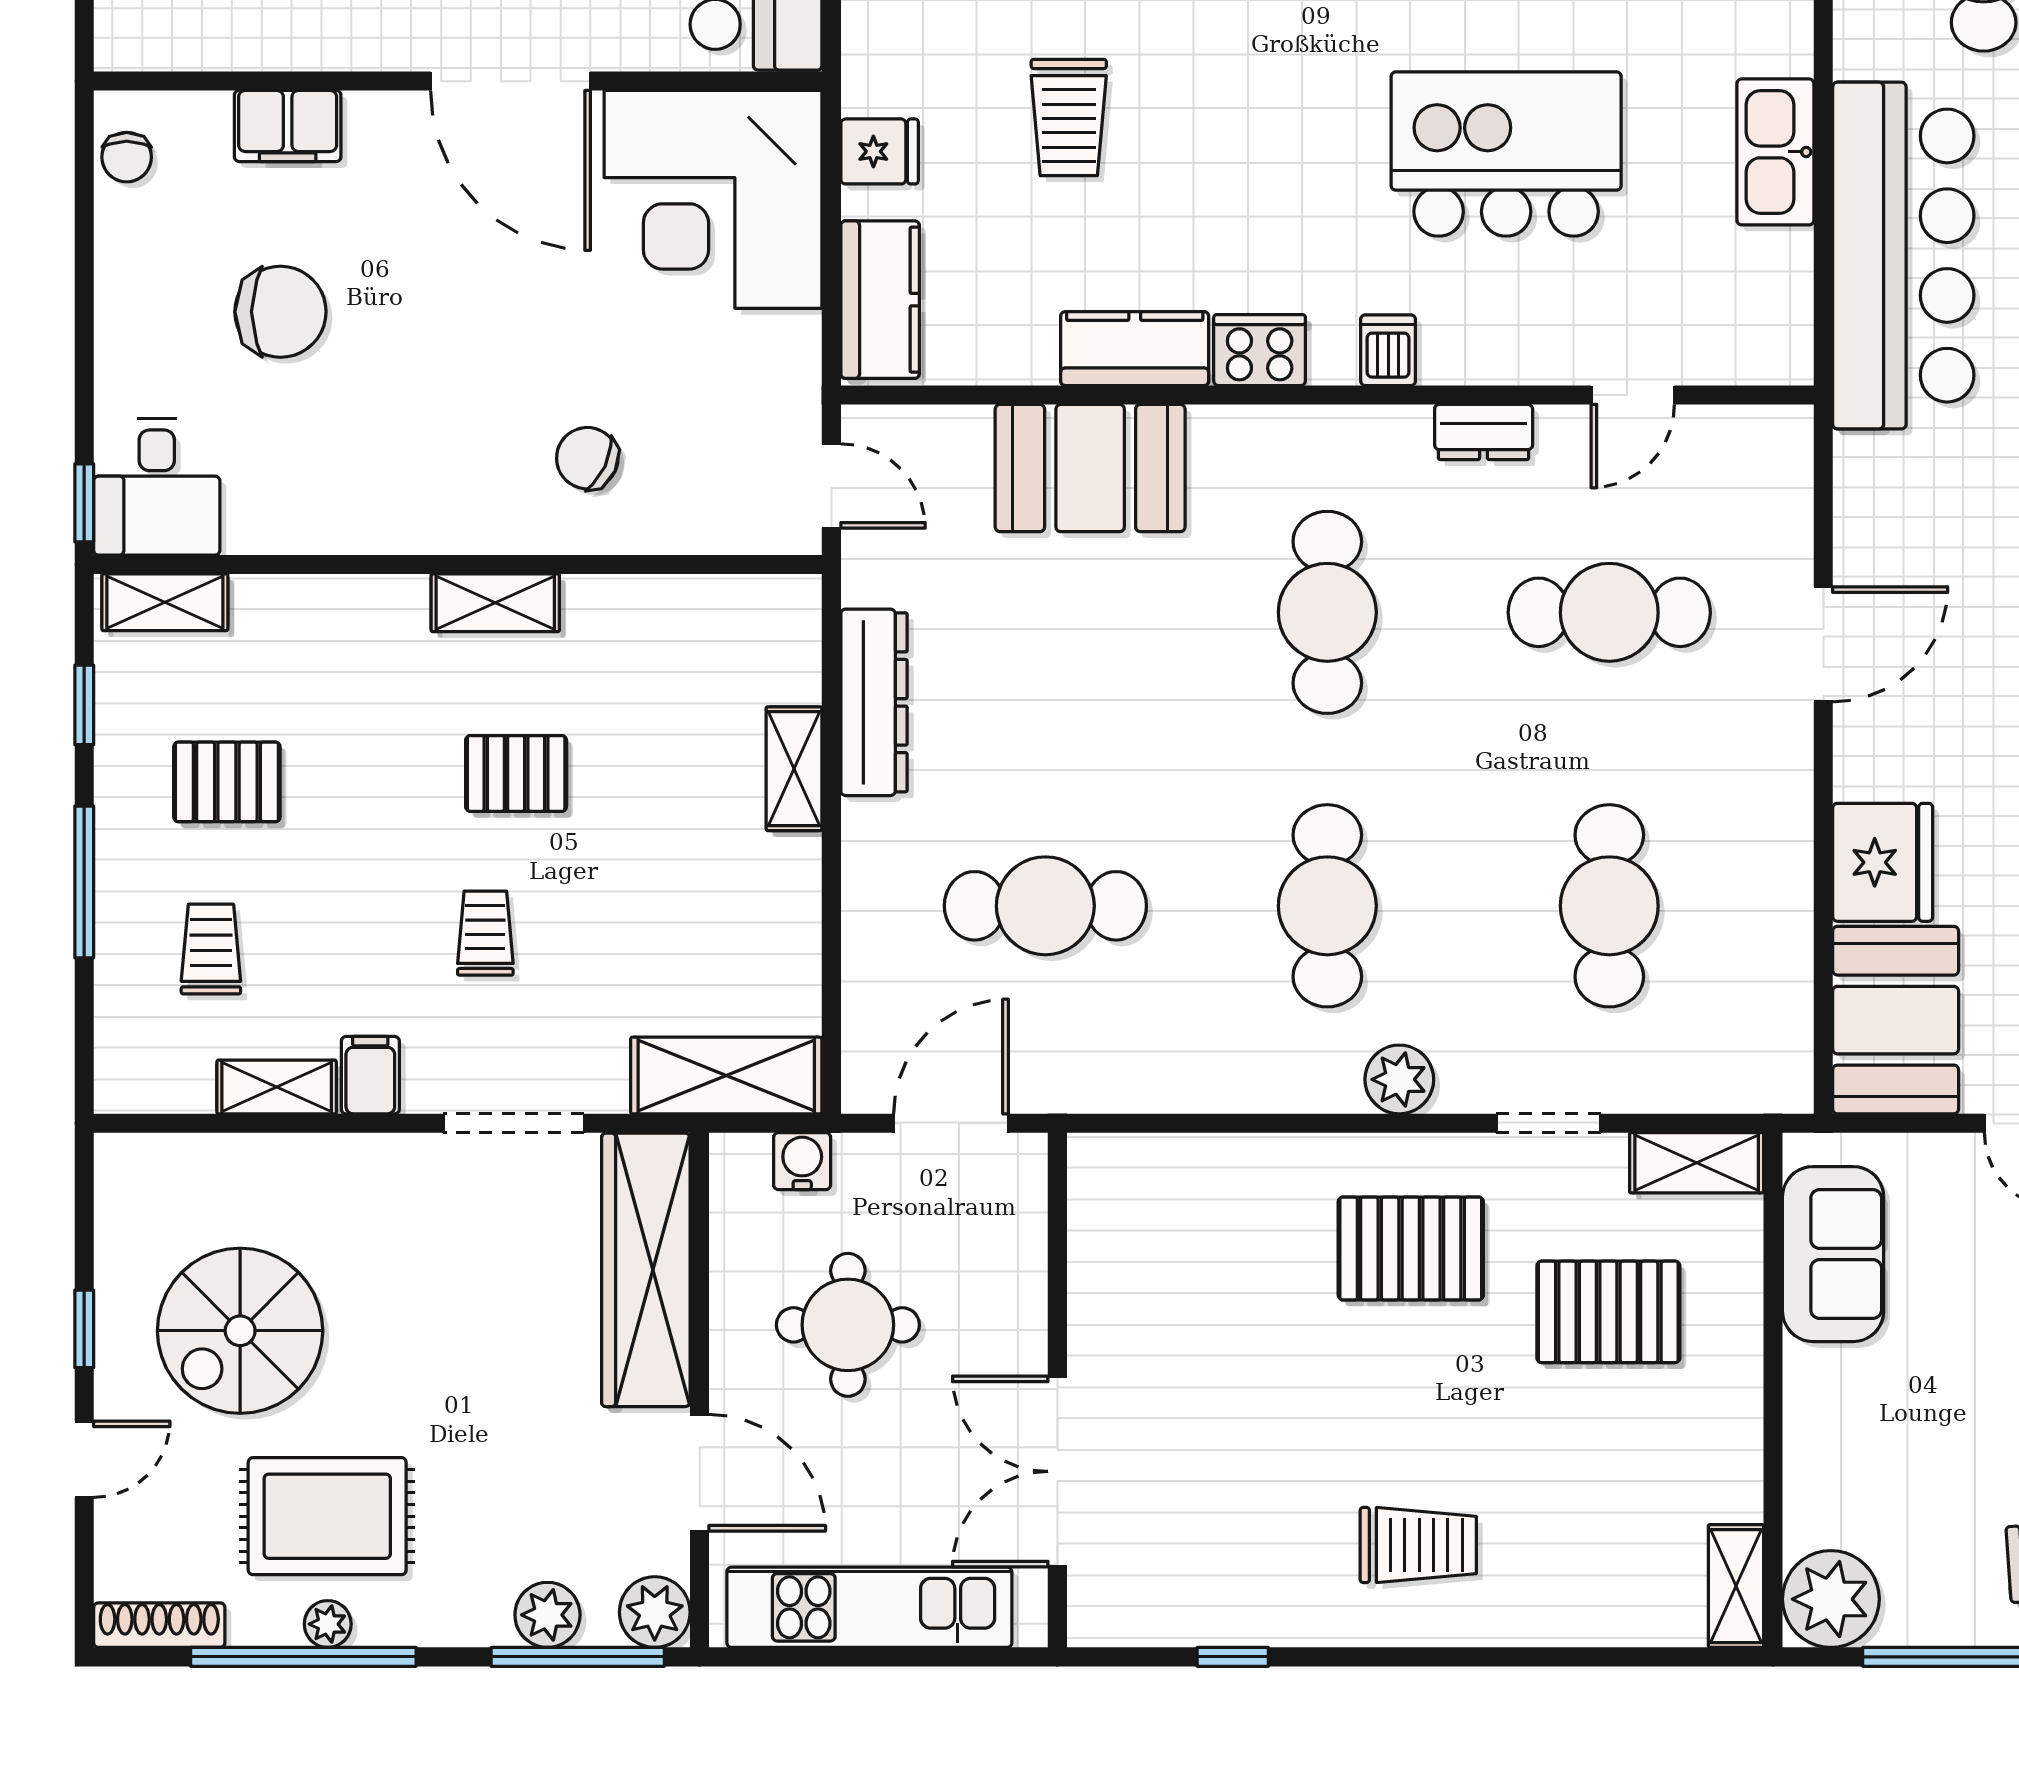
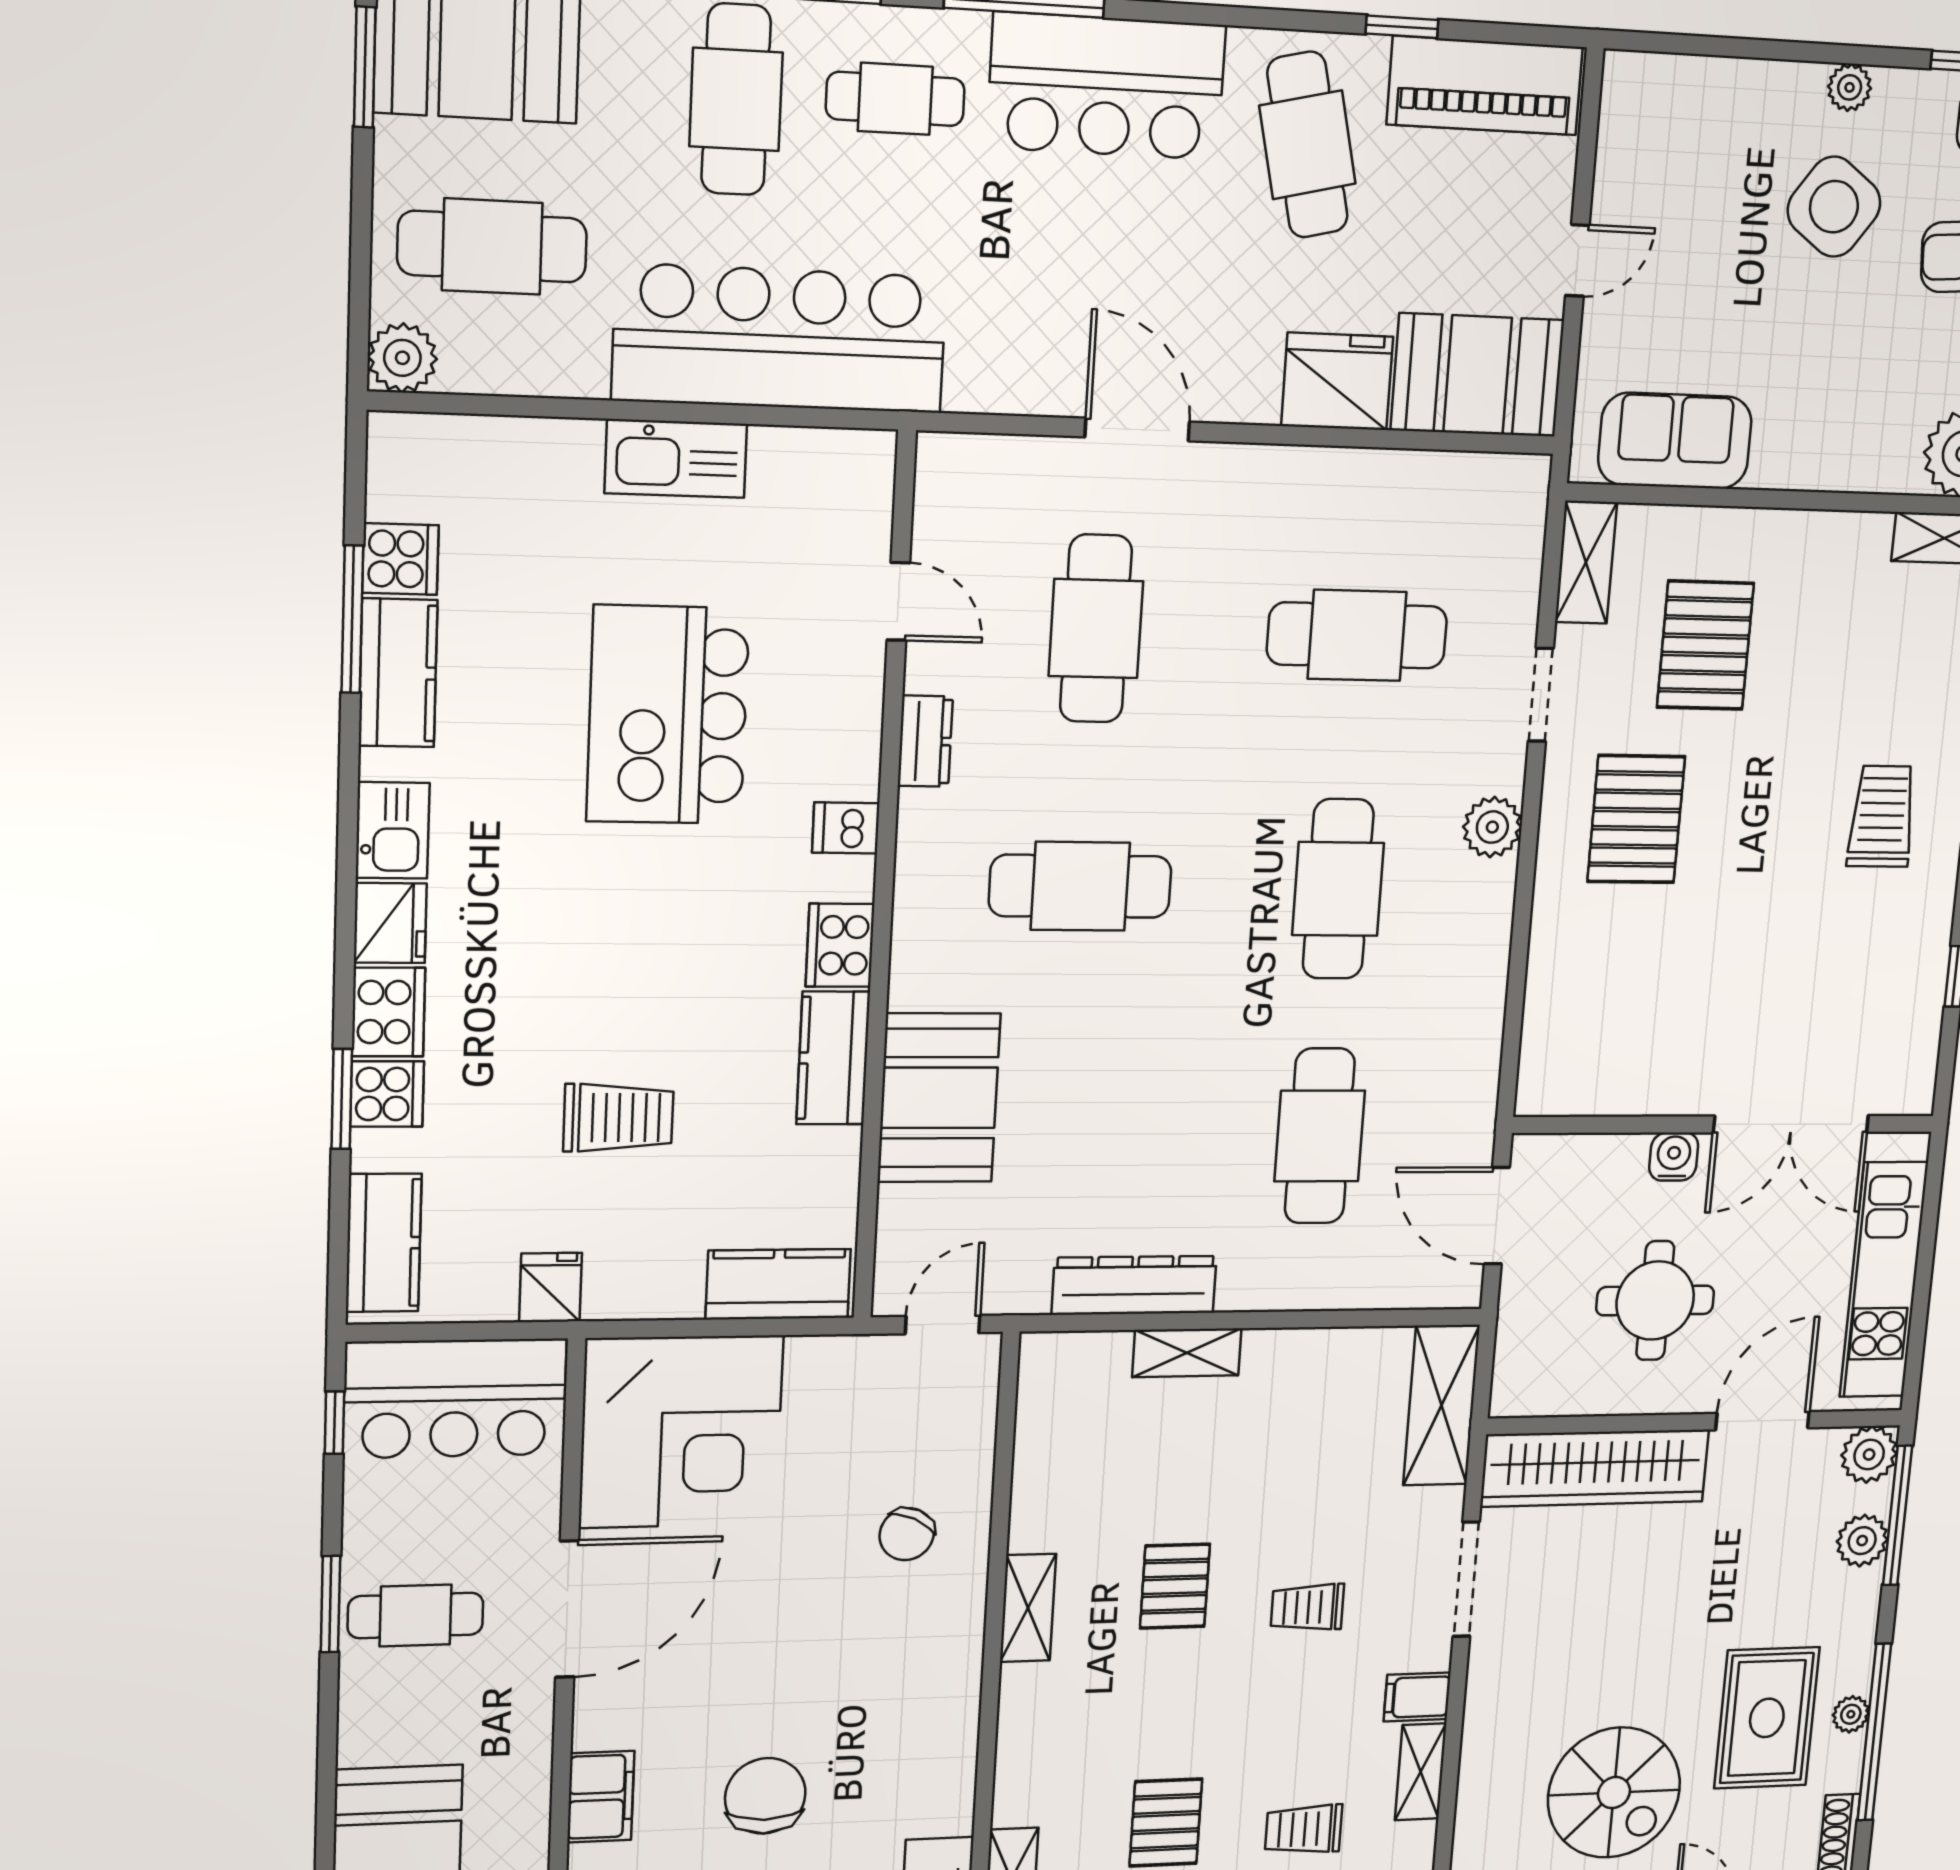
fridge: (880, 151) -> (551, 1287), moved
cafe table: (1327, 906) -> (1338, 889), turned 90
water cooler: (802, 1161) -> (1674, 1157), moved, turned 90

